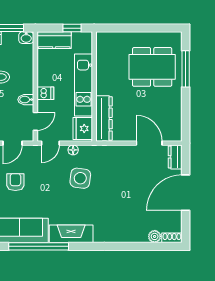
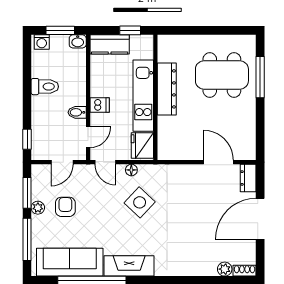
dresser: (104, 118) -> (167, 89), moved
door: (50, 143) -> (105, 162), hinge flipped
side table: (80, 178) -> (140, 202), turned 35

